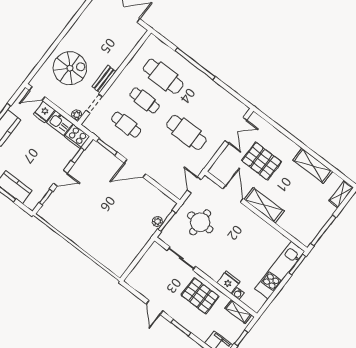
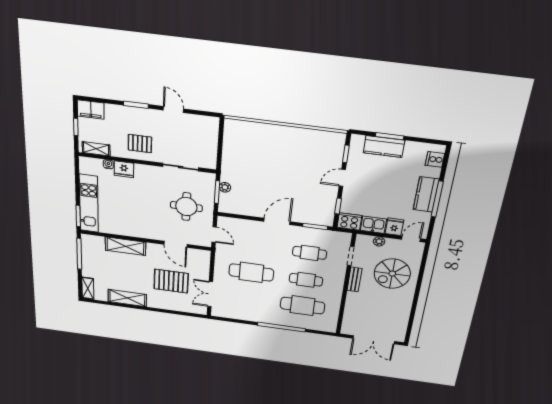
plant: (77, 115) -> (379, 241), moved
shelving: (264, 205) -> (125, 246), moved
pallet: (200, 296) -> (140, 144), width x0.67, depth x0.71

